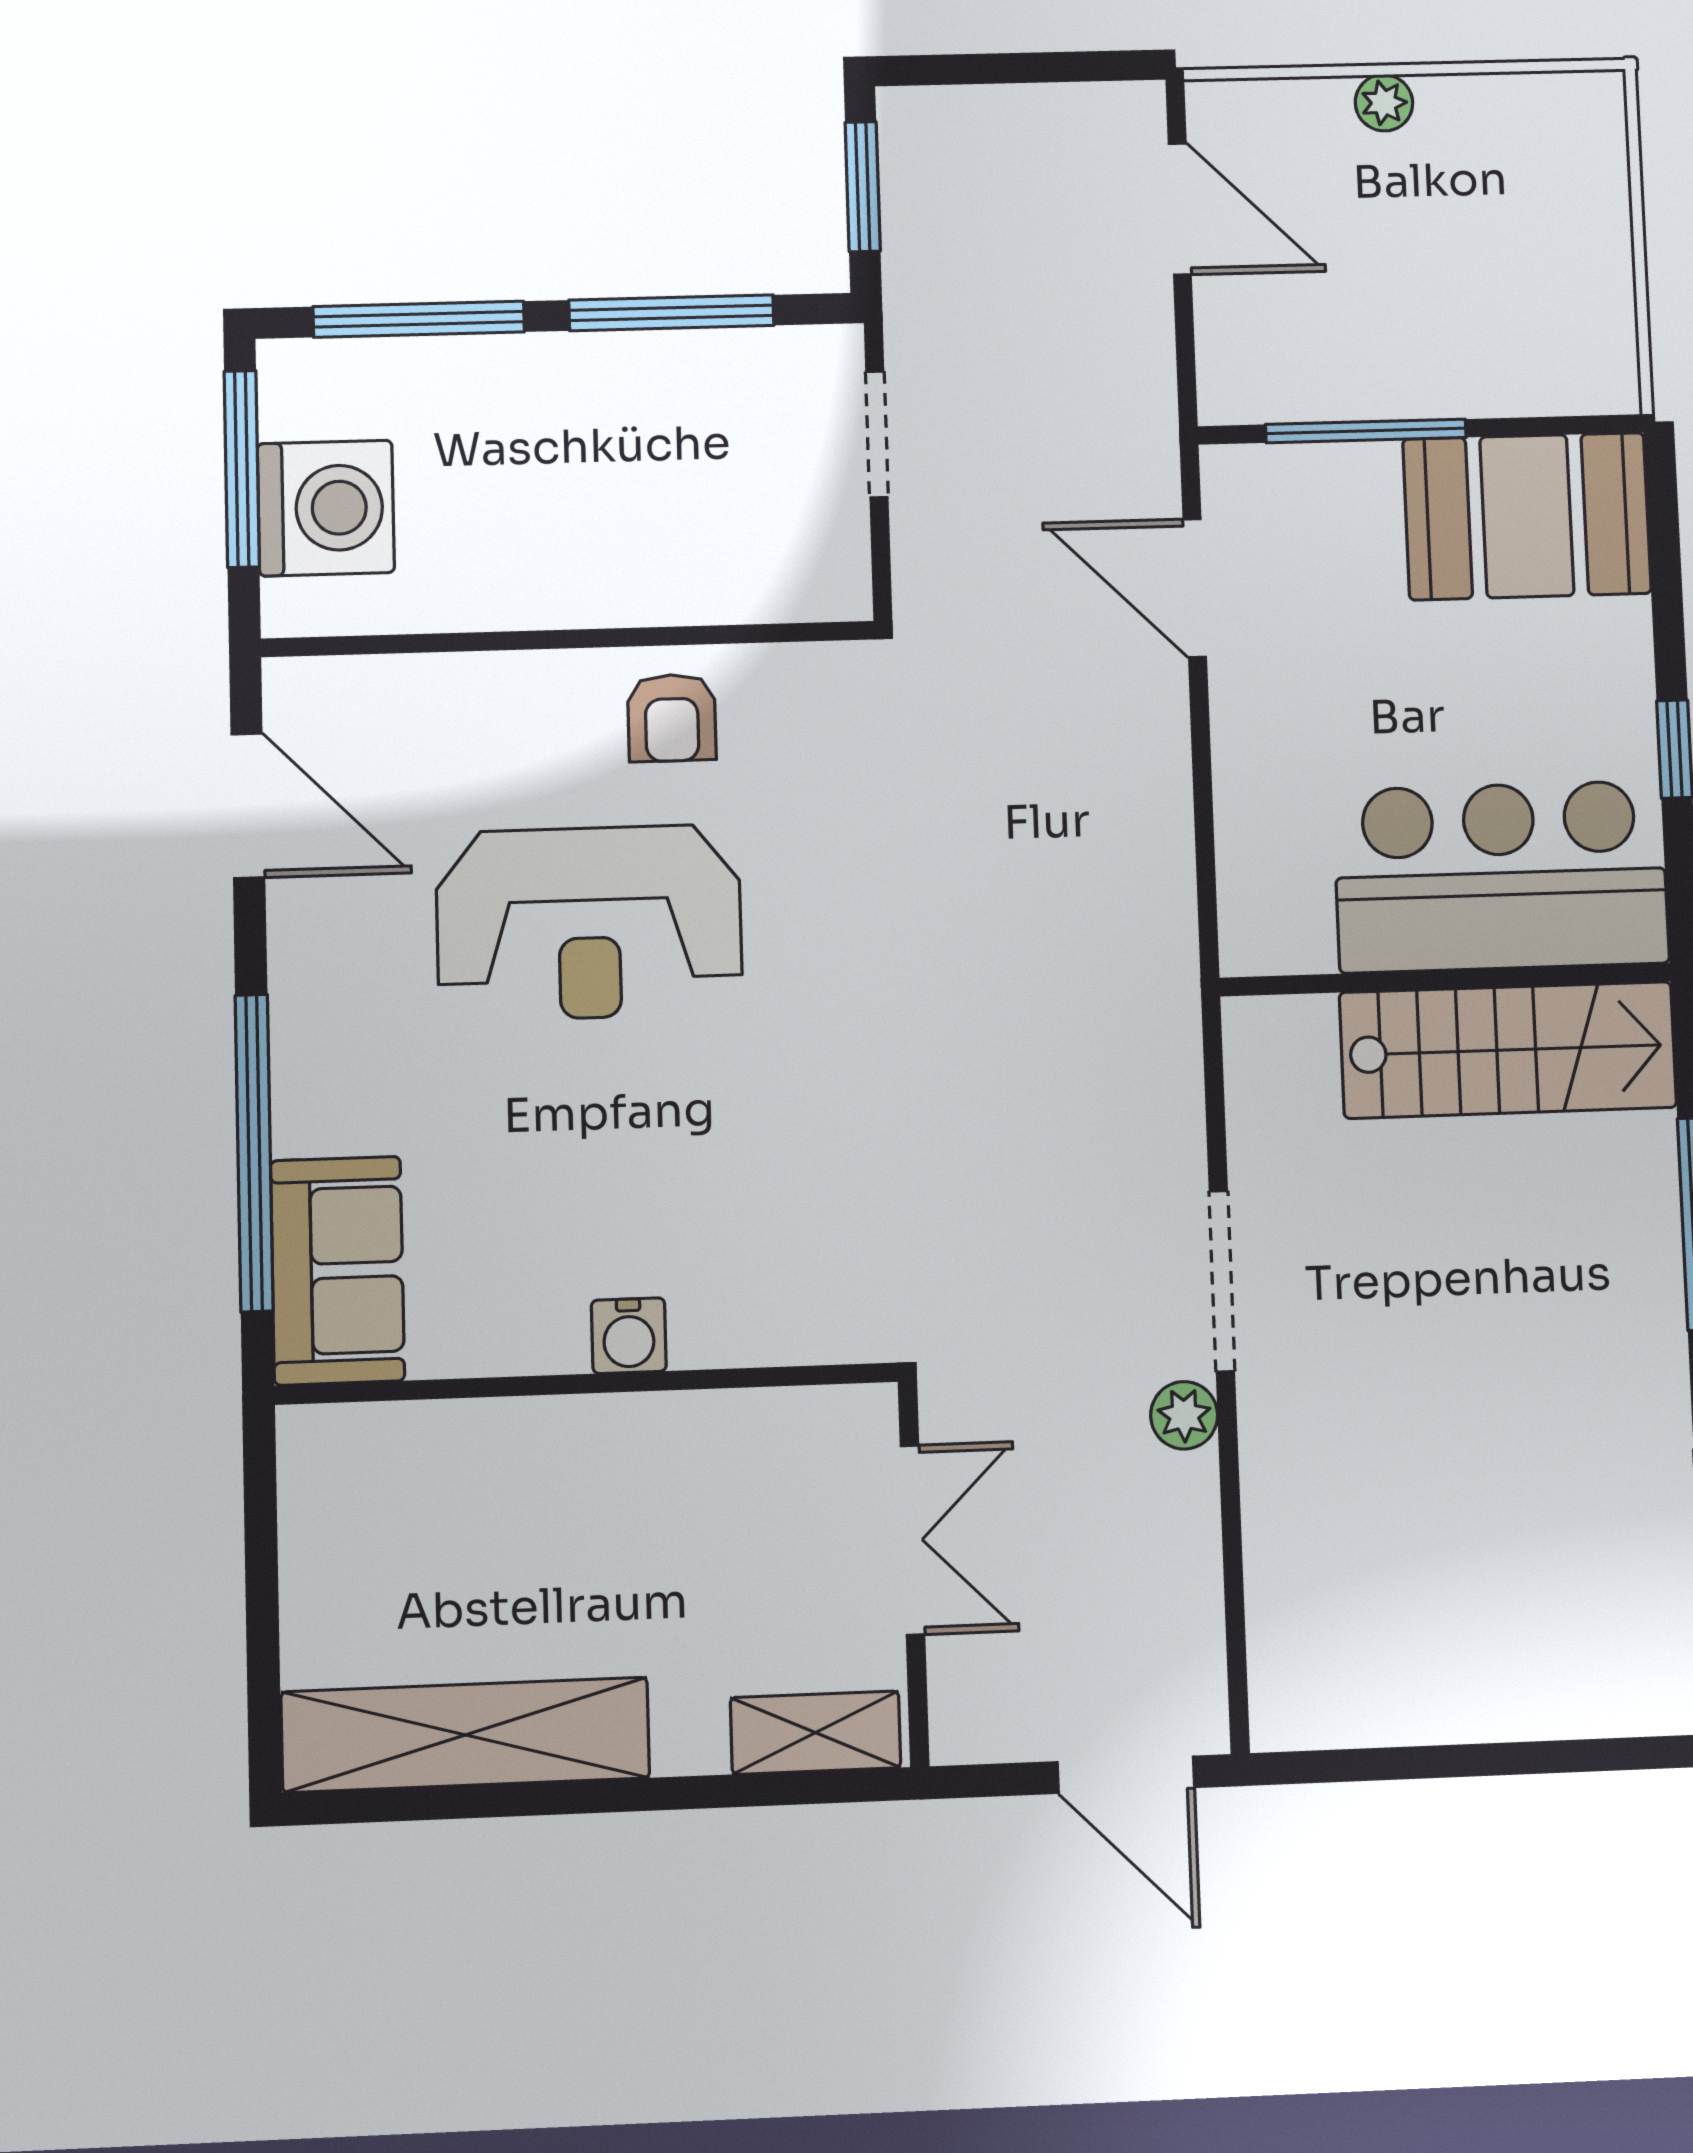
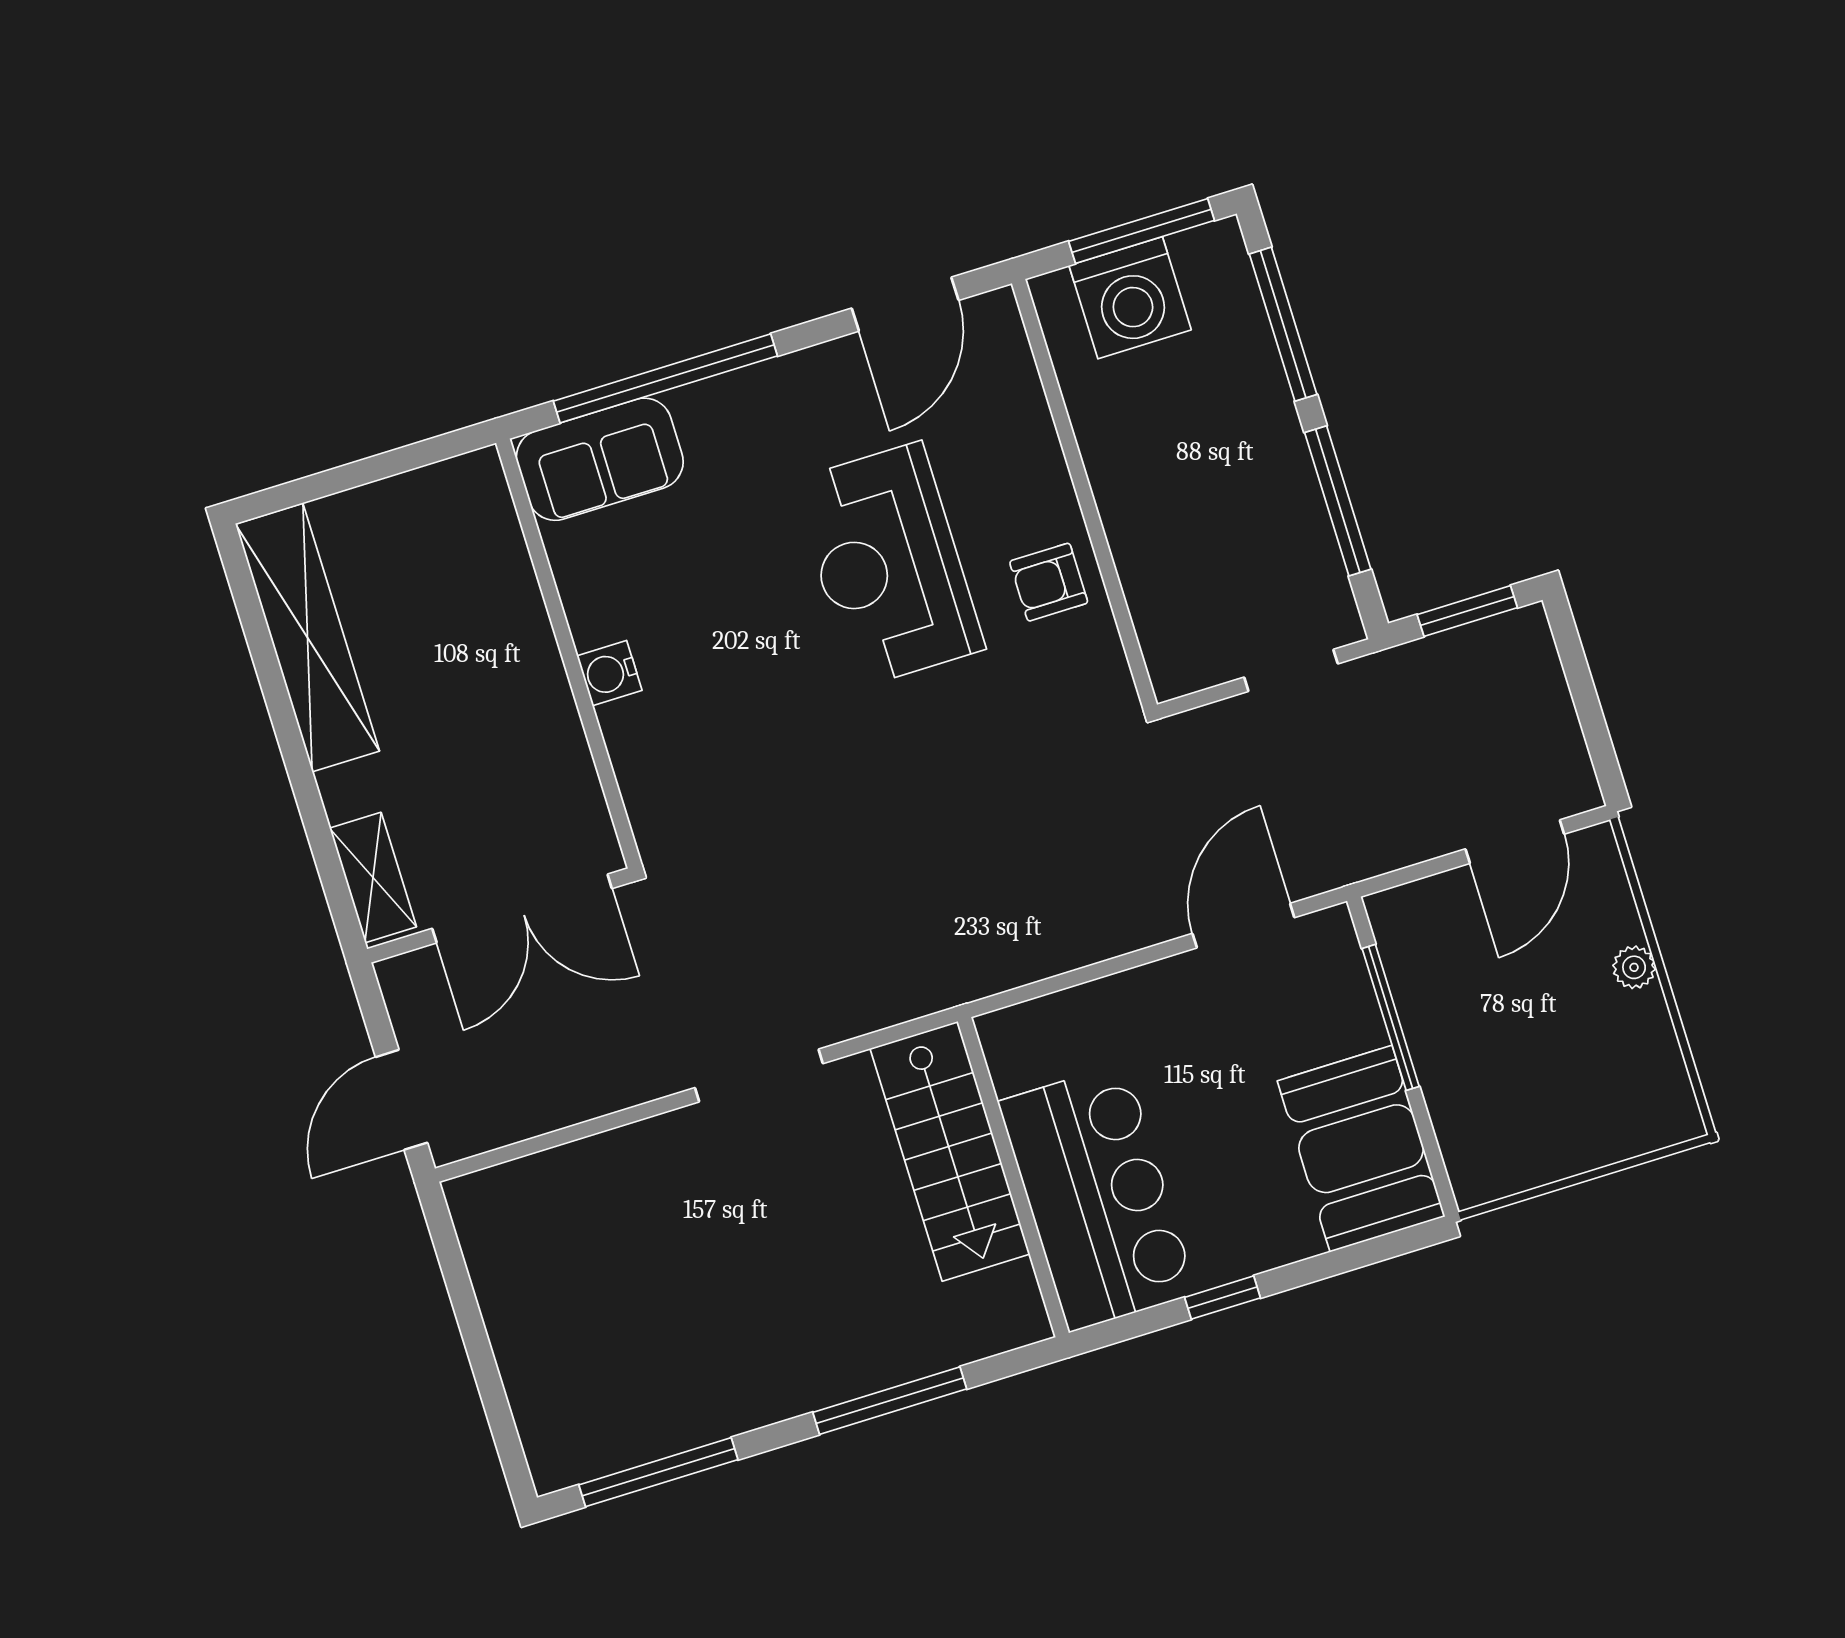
stairs: (1508, 1050) -> (950, 1151), moved
plant: (1184, 1415) -> (659, 1074), removed
double door: (913, 1540) -> (522, 908), width x1.37

